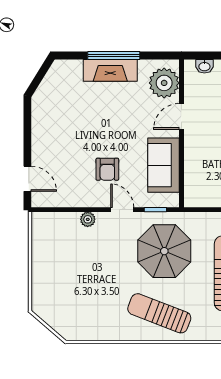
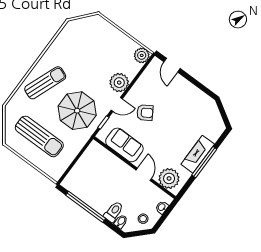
armchair: (107, 169) -> (145, 113), turned 148
door: (27, 179) -> (172, 65), hinge flipped
plant: (88, 219) -> (119, 83), width x1.88, depth x1.88
plant: (42, 223) -> (142, 55), added

